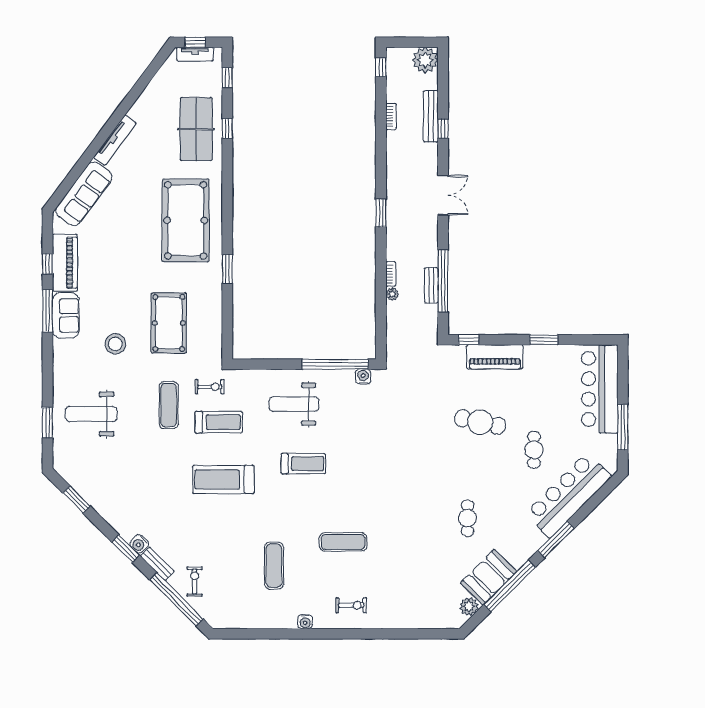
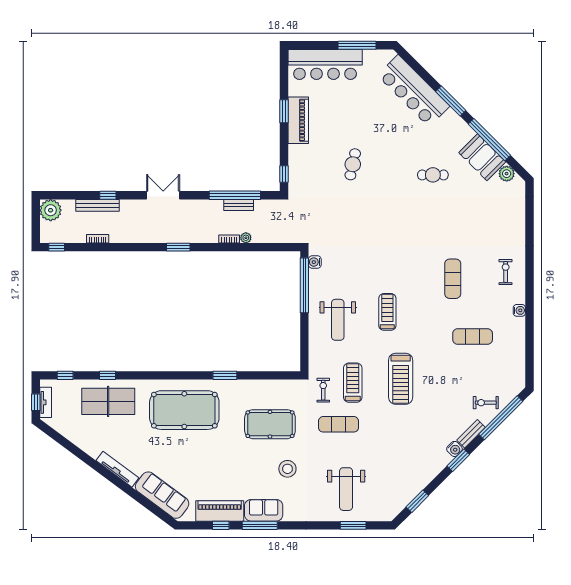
piano: (495, 357) -> (298, 120), moved
cafe table: (480, 422) -> (353, 164), width x0.73, depth x0.74
cafe table: (534, 450) -> (376, 119), removed

